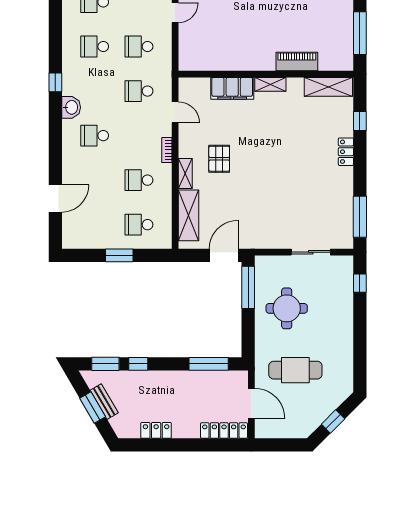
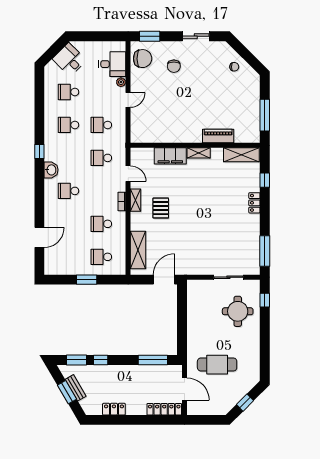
shelving: (185, 174) -> (136, 200), moved
window: (248, 287) -> (182, 303), removed
round table: (287, 308) -> (238, 311), moved

